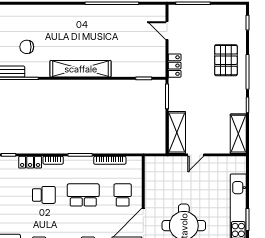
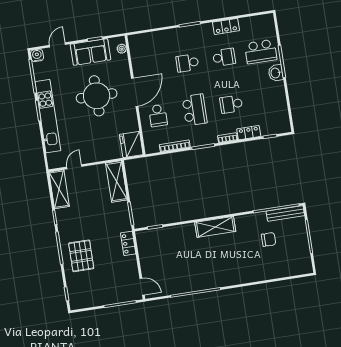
door: (167, 31) -> (142, 287), moved
shelving: (81, 69) -> (215, 227), width x0.68
door: (196, 155) -> (74, 167), moved
fridge: (155, 169) -> (131, 145), added
school desk: (83, 195) -> (195, 110), turned -90

